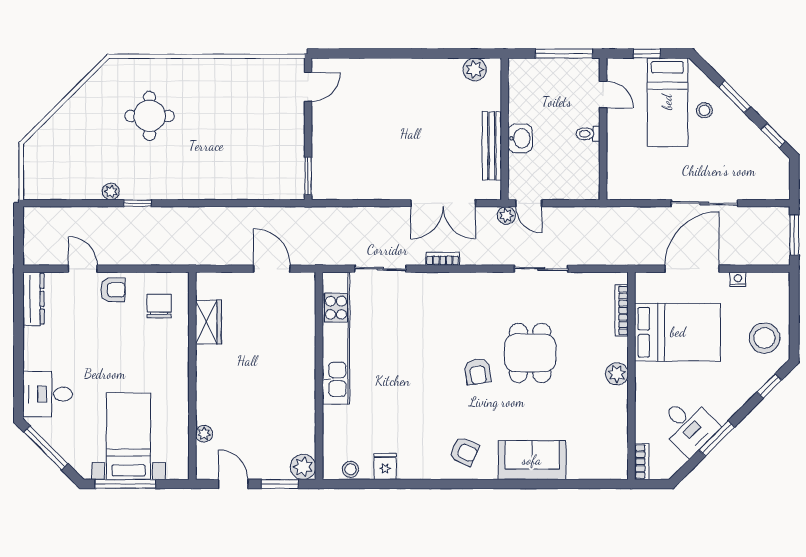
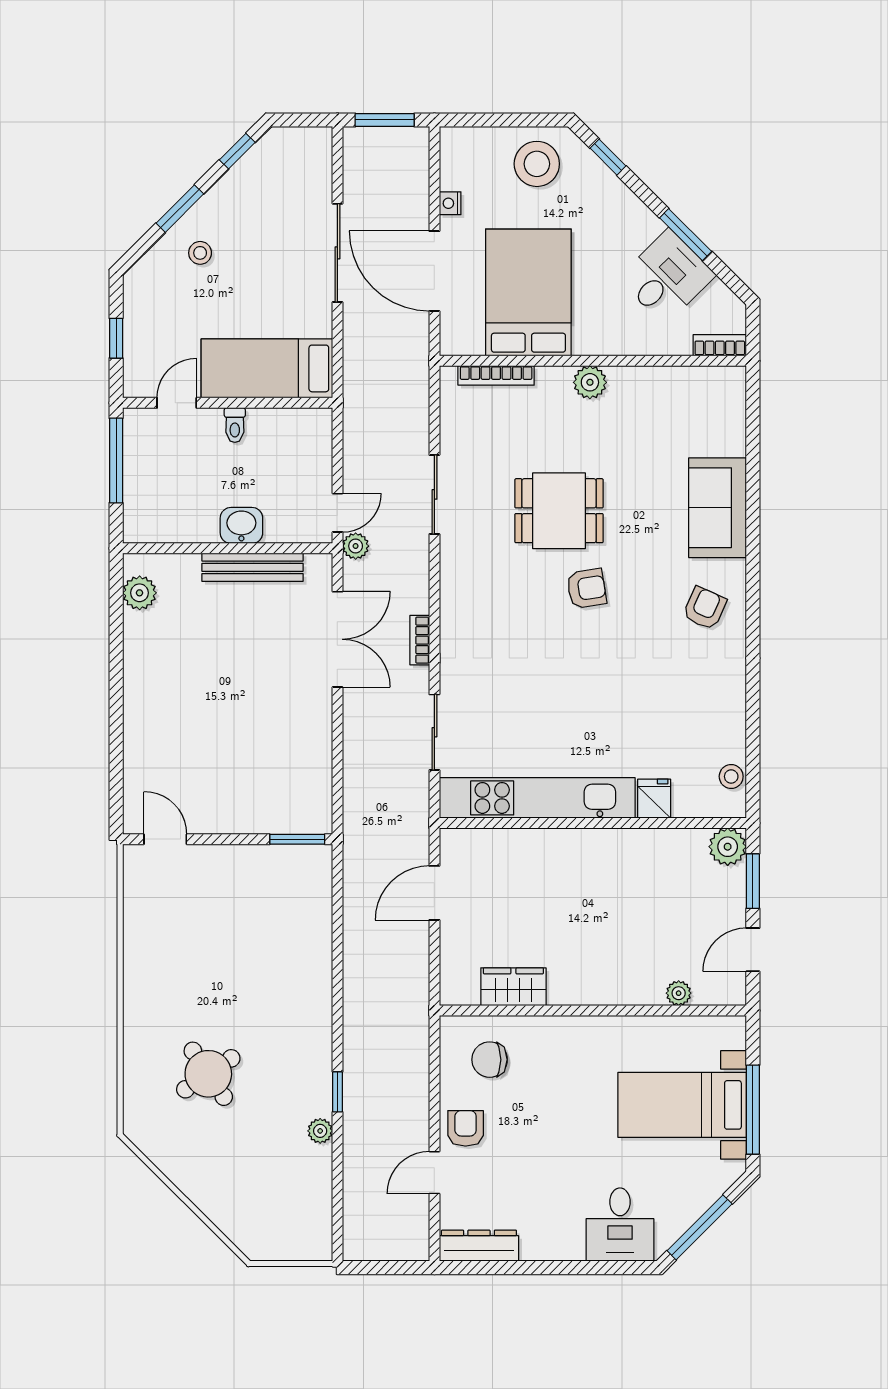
bed: (667, 102) -> (267, 368), moved, turned 180
round table: (150, 116) -> (208, 1074), turned -34
fridge: (385, 466) -> (654, 799), moved, turned 90

